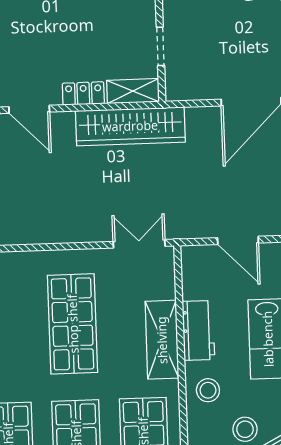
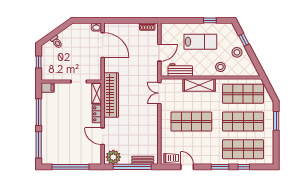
door: (29, 109) -> (103, 136), swing flipped
workbench: (198, 330) -> (180, 70), moved

